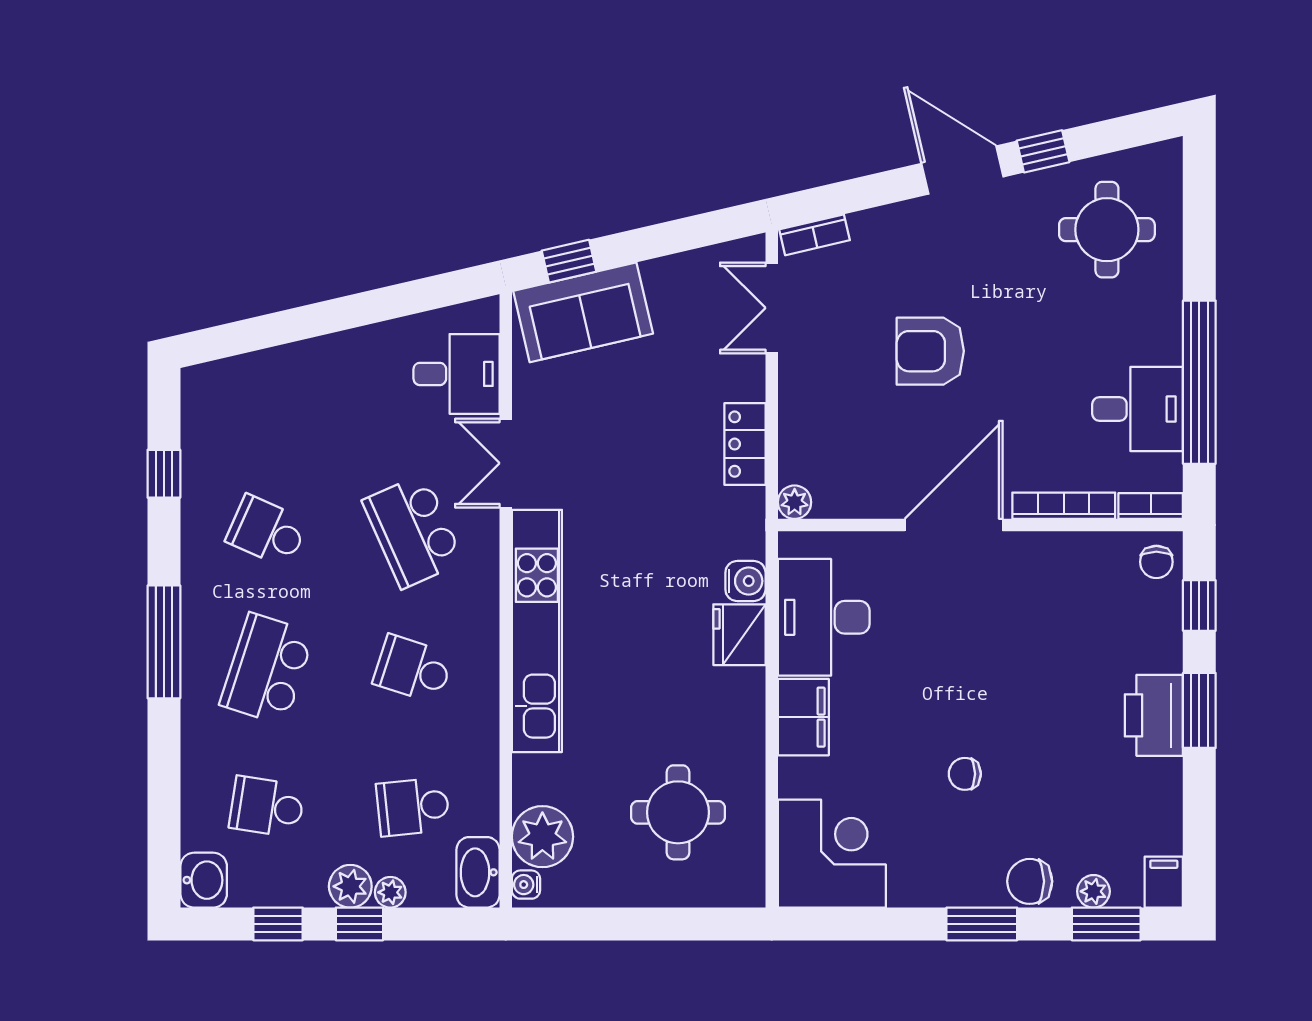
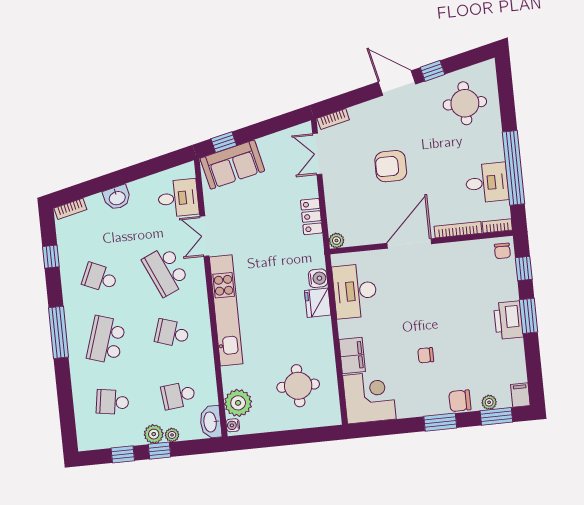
bookcase: (218, 373) -> (70, 209), added
filing cabinet: (803, 717) -> (352, 356), moved
washbasin: (204, 880) -> (117, 198), moved, turned 77

